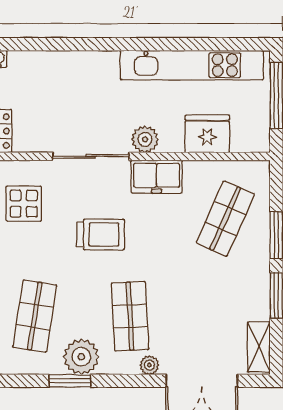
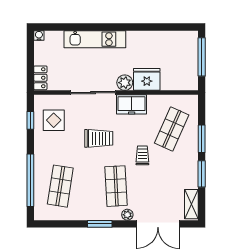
kitchen unit: (192, 65) -> (95, 39), moved, width x0.73
fridge: (207, 134) -> (147, 79), moved
trolley: (175, 264) -> (142, 155), added
plant: (81, 357) -> (87, 210), removed
window: (70, 381) -> (100, 224), moved

